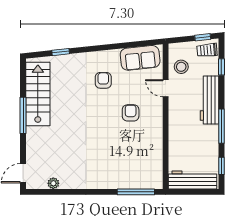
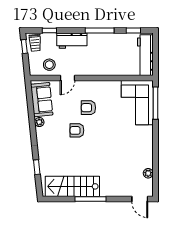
plant: (114, 55) -> (39, 122), added
armchair: (103, 80) -> (77, 130), moved
workbench: (210, 100) -> (72, 41), width x0.73
corner sofa: (137, 170) -> (137, 103), added

